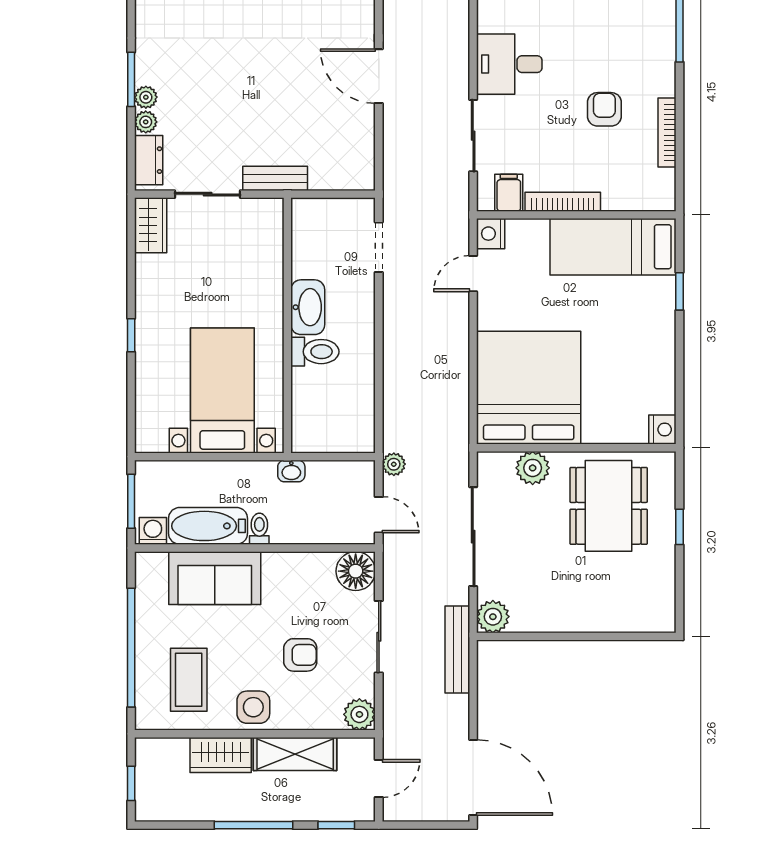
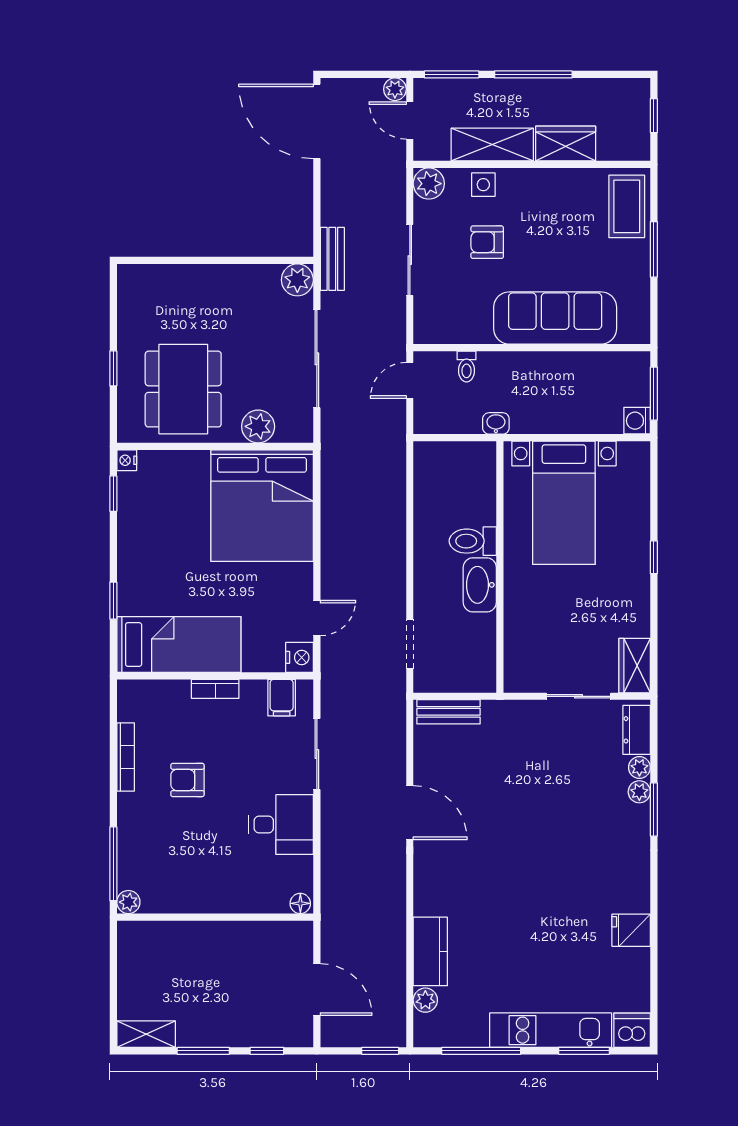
armchair: (604, 109) -> (187, 780), turned 90
bench: (275, 178) -> (449, 712), moved
bookcase: (563, 202) -> (215, 689), width x0.64
window: (680, 400) -> (113, 494), added
nightstand: (662, 430) -> (127, 460), width x0.72, depth x0.74
plant: (394, 464) -> (395, 89), moved
door: (379, 515) -> (410, 380), hinge flipped
bathtub: (208, 526) -> (578, 369), removed
toilet: (259, 529) -> (466, 366), moved
washing machine: (153, 531) -> (637, 421), moved, turned 90
floor lamp: (356, 571) -> (433, 325), removed
sofa: (215, 578) -> (555, 318), width x1.36
window: (131, 648) -> (654, 249), width x0.47
bench: (457, 650) -> (332, 259), width x0.73
coffee table: (189, 680) -> (627, 206), moved
side table: (253, 707) -> (483, 185), moved, width x0.73, depth x0.73
door: (379, 778) -> (410, 120), hinge flipped
window: (336, 825) -> (452, 74), width x1.50

